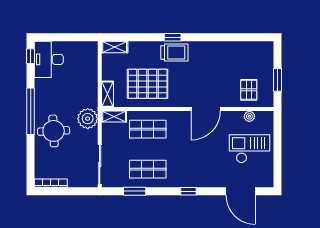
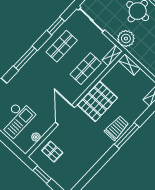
window: (173, 37) -> (127, 136), width x2.17
trolley: (174, 53) -> (117, 128), turned 180
pallet: (148, 84) -> (98, 101), moved
window: (188, 191) -> (25, 58), width x2.17

